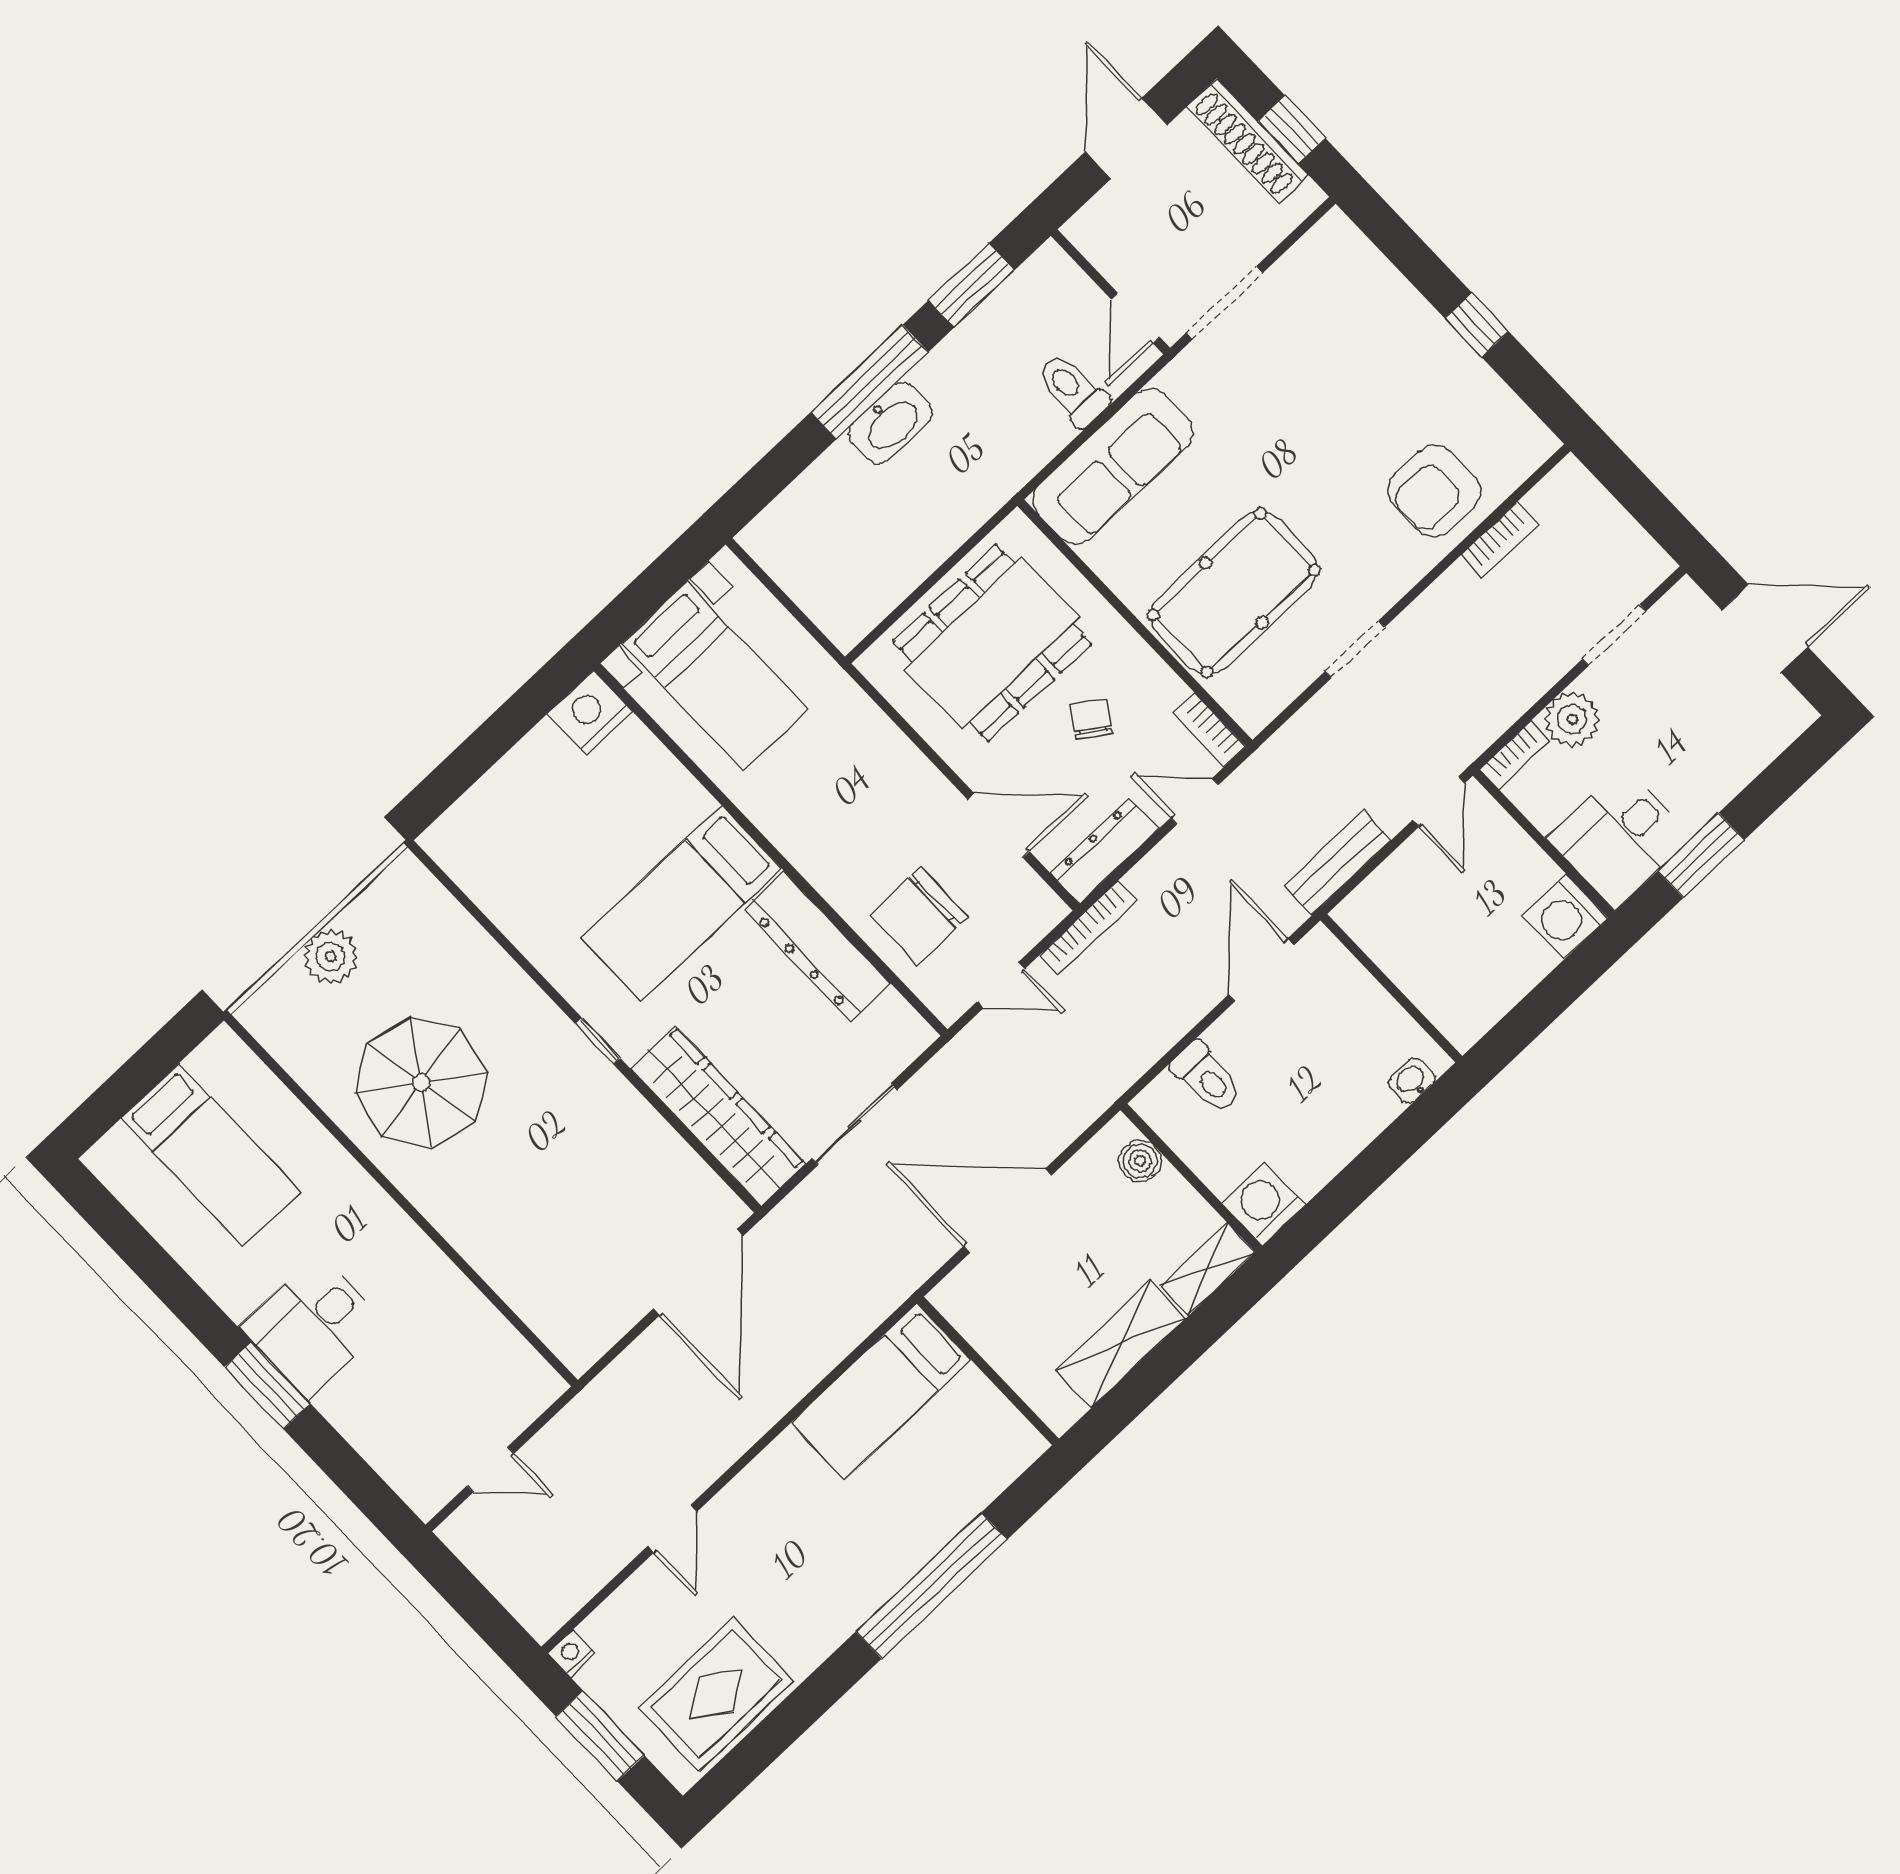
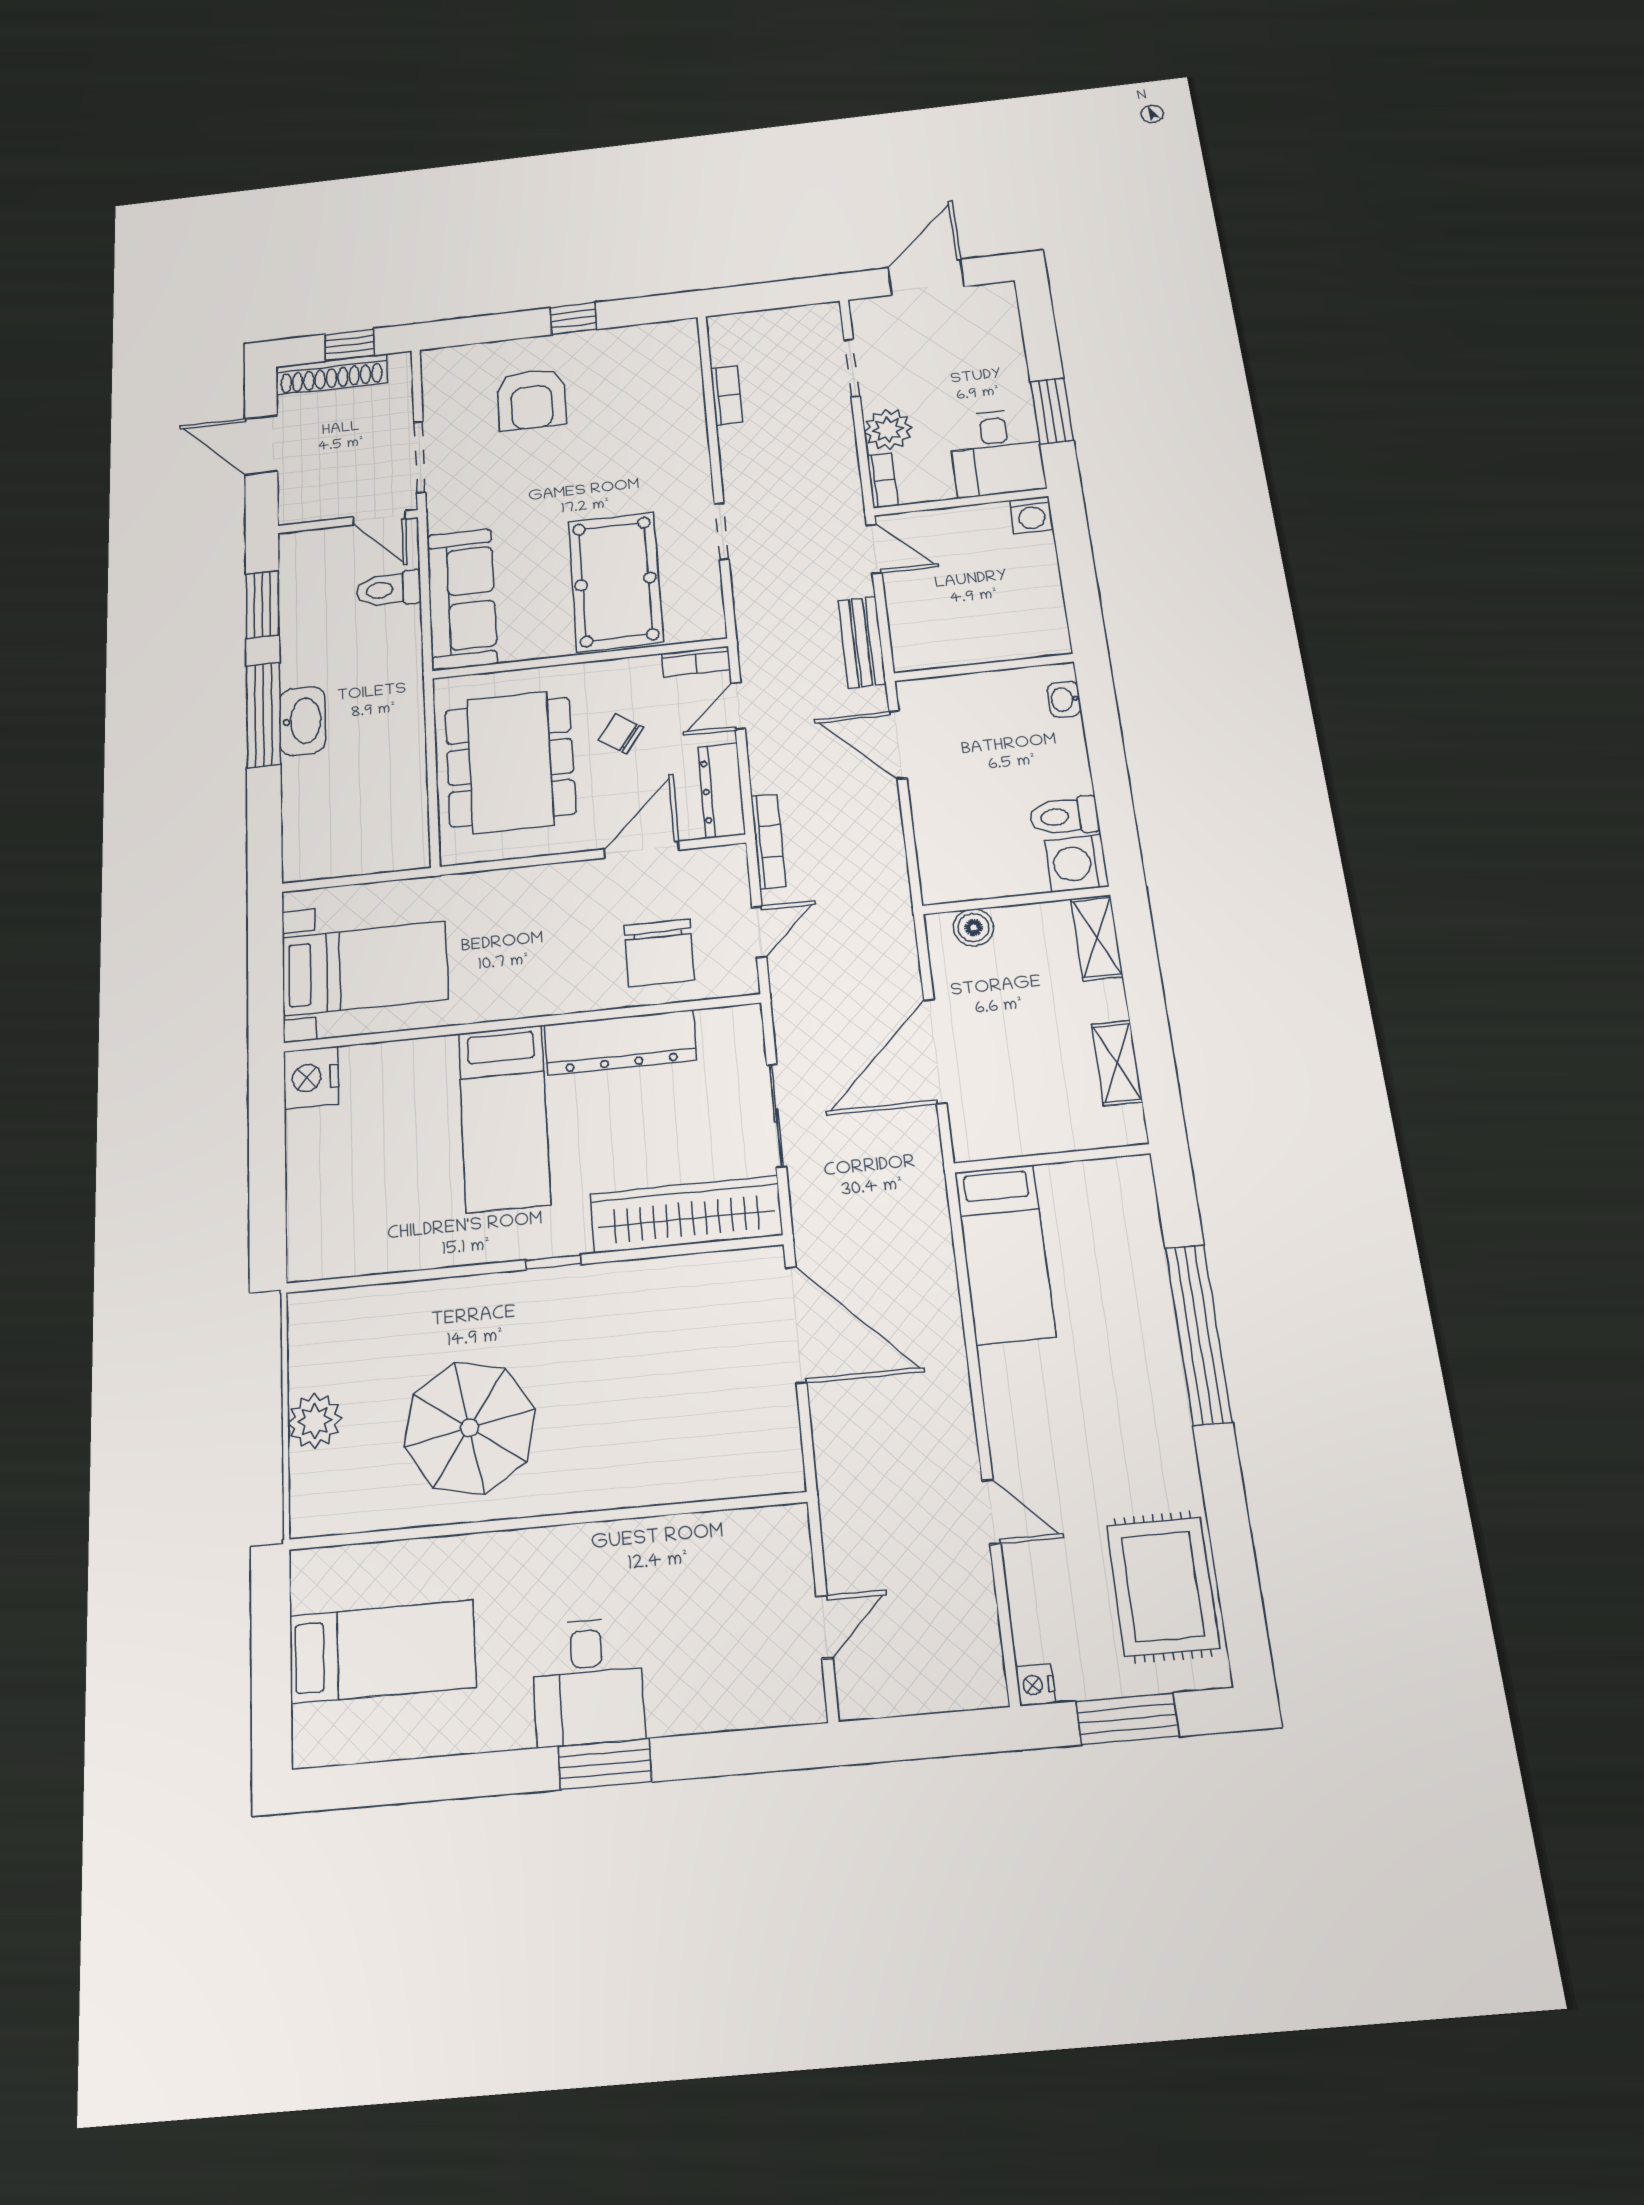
armchair: (1434, 491) -> (532, 399), moved
washing machine: (1565, 917) -> (1031, 515), width x0.73, depth x0.73
toilet: (1206, 1077) -> (1064, 816), moved, turned 180
shelving: (1120, 1344) -> (1117, 1063), width x0.67, depth x0.75

